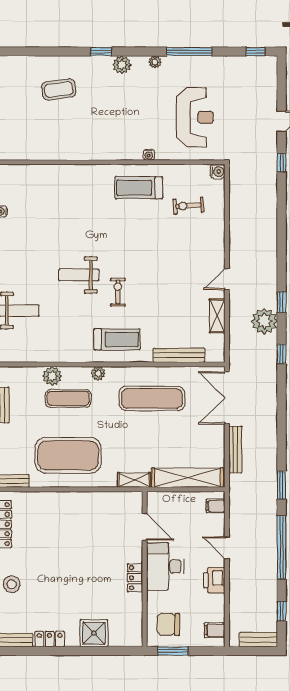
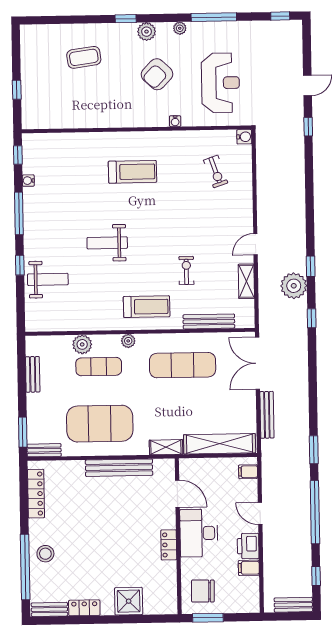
armchair: (131, 108) -> (157, 74), added
treadmill: (139, 188) -> (132, 172), moved, turned 180
exercise bike: (188, 206) -> (216, 171), turned -105
exercise bike: (118, 292) -> (186, 270), moved
bench: (87, 500) -> (119, 468), added
filing cabinet: (215, 630) -> (249, 568), moved

